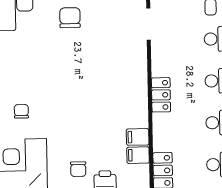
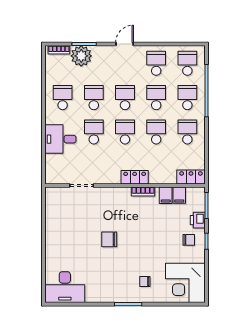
chair: (70, 18) -> (109, 239), moved
bookcase: (142, 106) -> (143, 192), added

